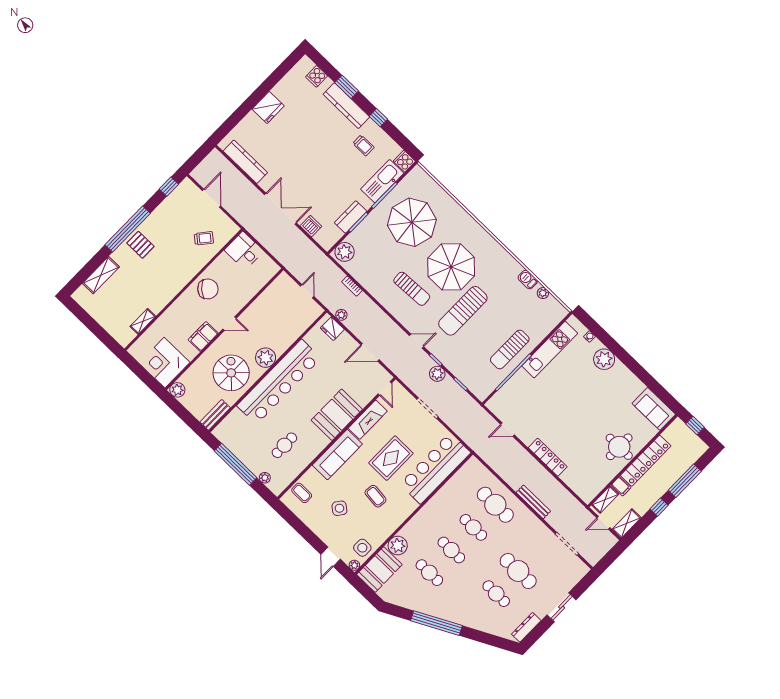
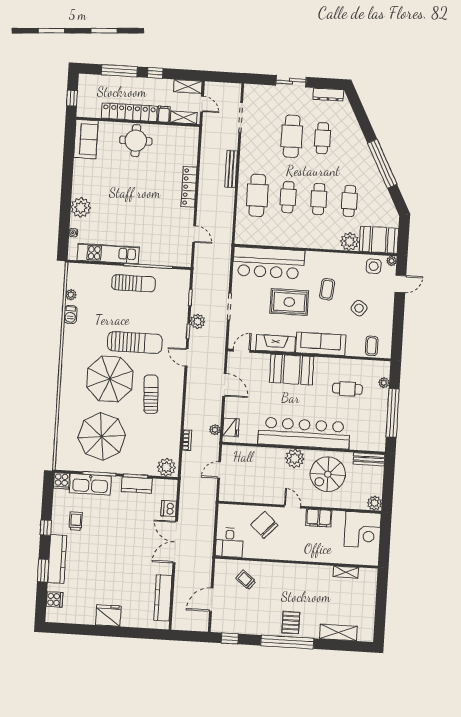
chair: (208, 289) -> (264, 525), moved

